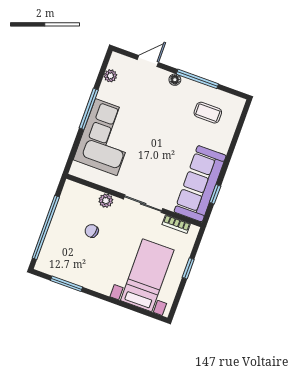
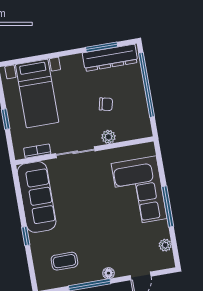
window: (215, 194) -> (26, 236), moved
dresser: (64, 270) -> (110, 58), added

